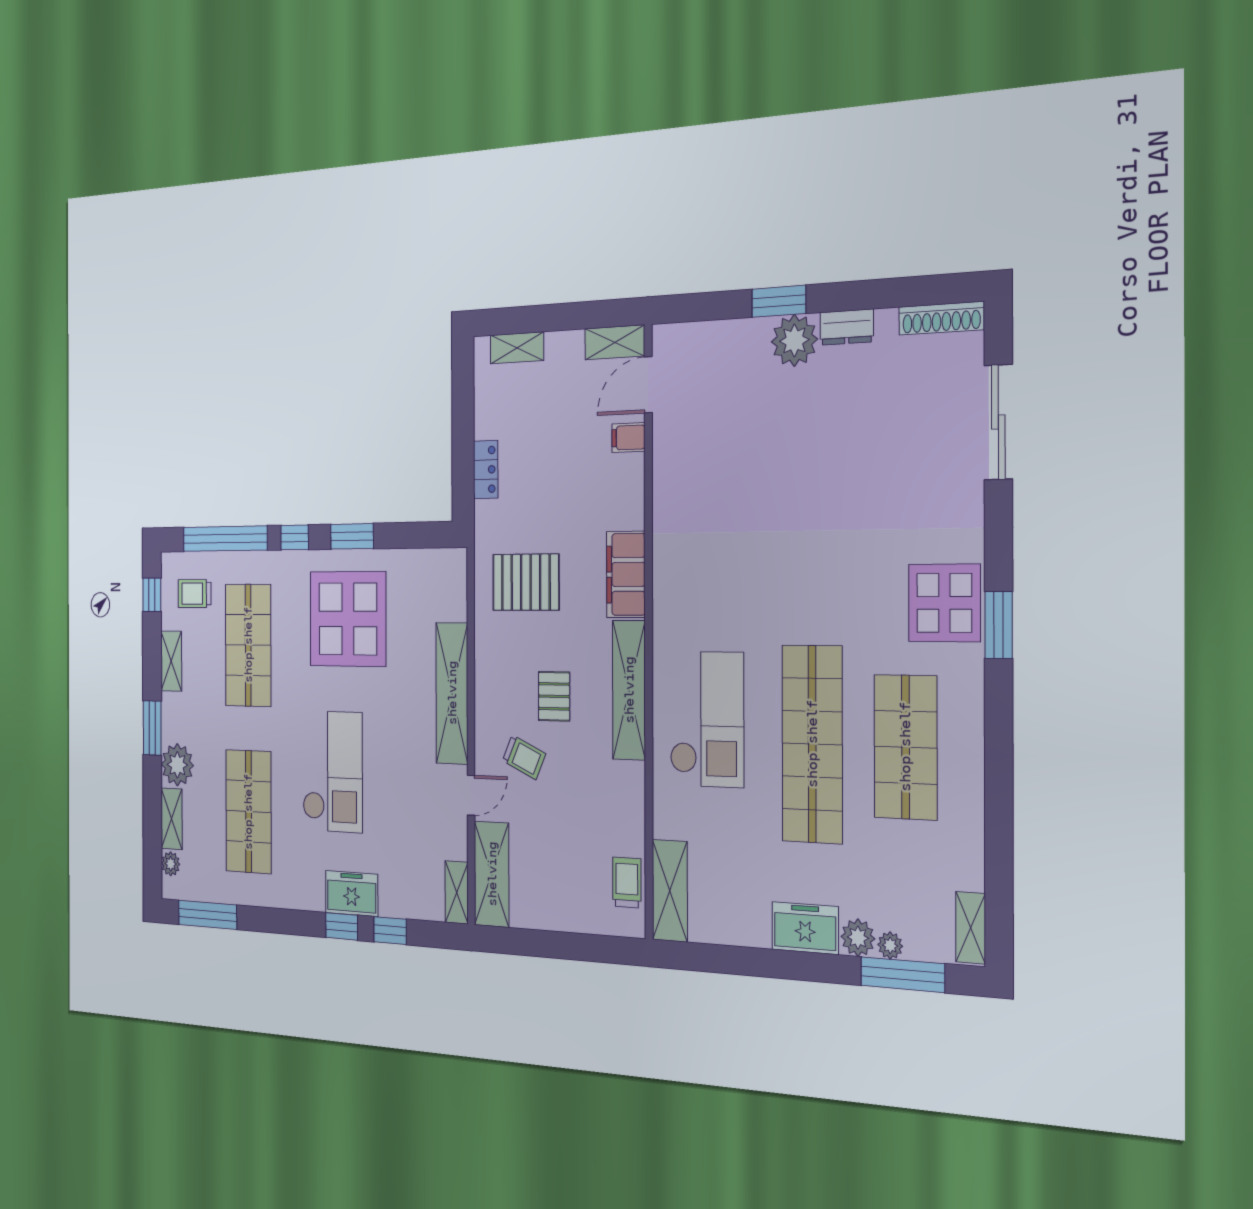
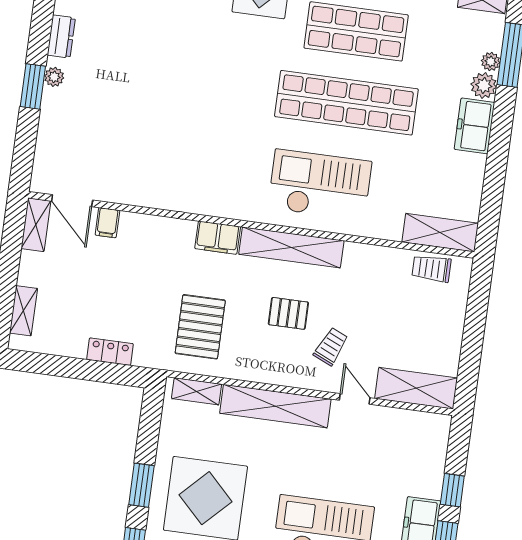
plant: (794, 340) -> (54, 77), width x0.53, depth x0.53
filing cabinet: (626, 574) -> (218, 238), width x0.67, depth x0.86
shelving: (457, 892) -> (197, 391), moved

